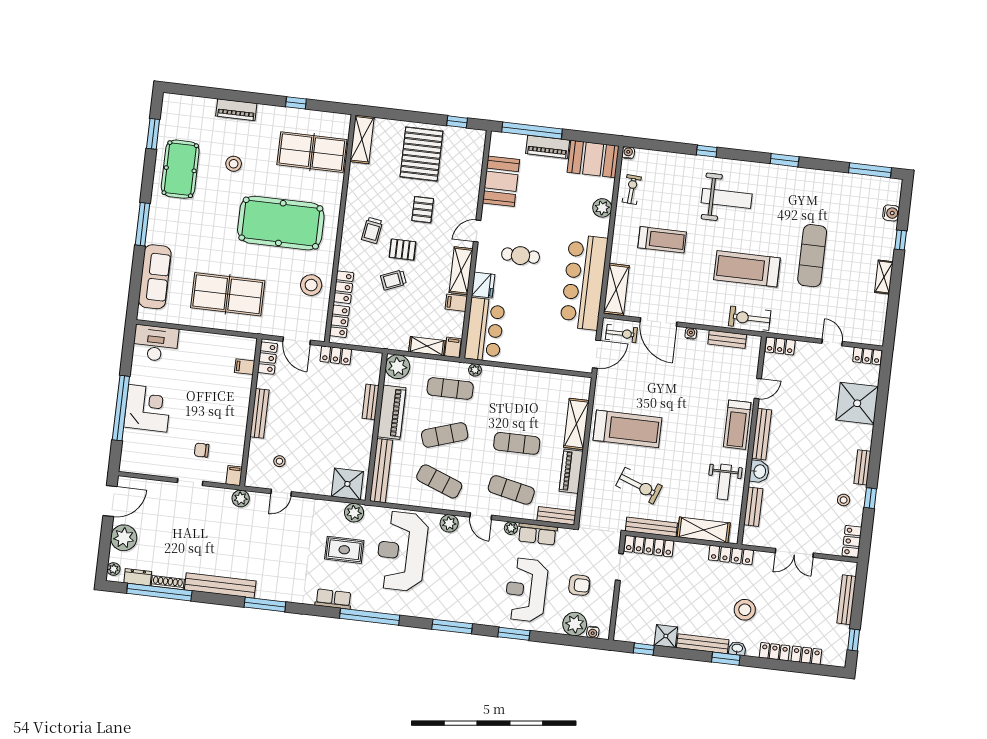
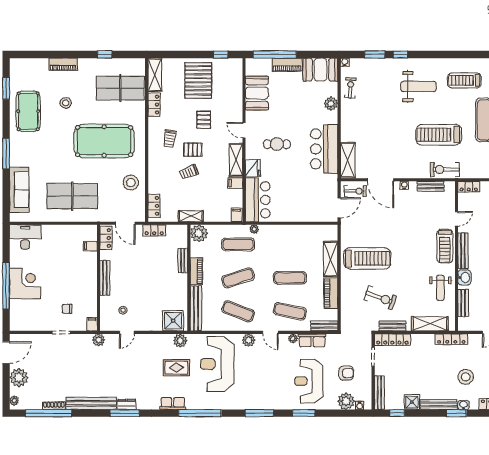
window: (785, 160) -> (375, 54), moved
door: (477, 231) -> (244, 130), hinge flipped
treadmill: (662, 240) -> (464, 80), moved, turned 180
bar counter: (584, 282) -> (324, 149), width x0.73
locker: (344, 287) -> (154, 105), moved
shelving: (427, 346) -> (191, 216), moved
piano: (391, 412) -> (196, 271), width x0.73, depth x0.75
bench: (651, 527) -> (392, 326), width x0.73
dresser: (138, 577) -> (127, 404), moved
bench: (622, 618) -> (379, 393), added

